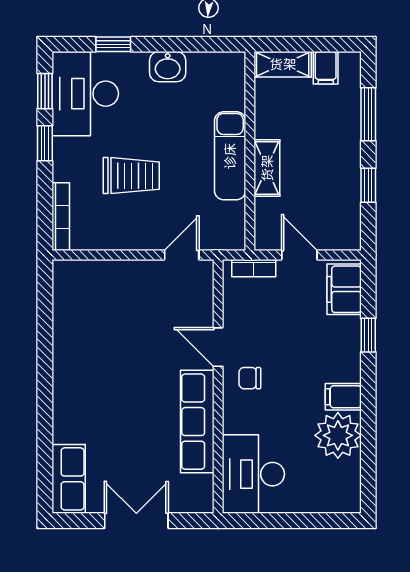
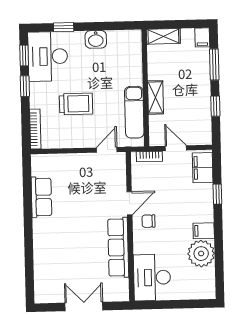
filing cabinet: (326, 68) -> (202, 37), moved
exam couch: (230, 156) -> (134, 112), moved
door: (218, 347) -> (129, 203), swing flipped
row of seats: (69, 479) -> (41, 197), moved

